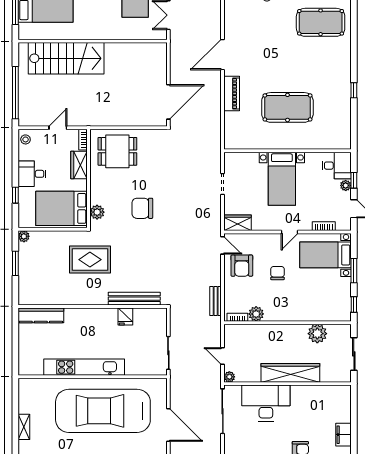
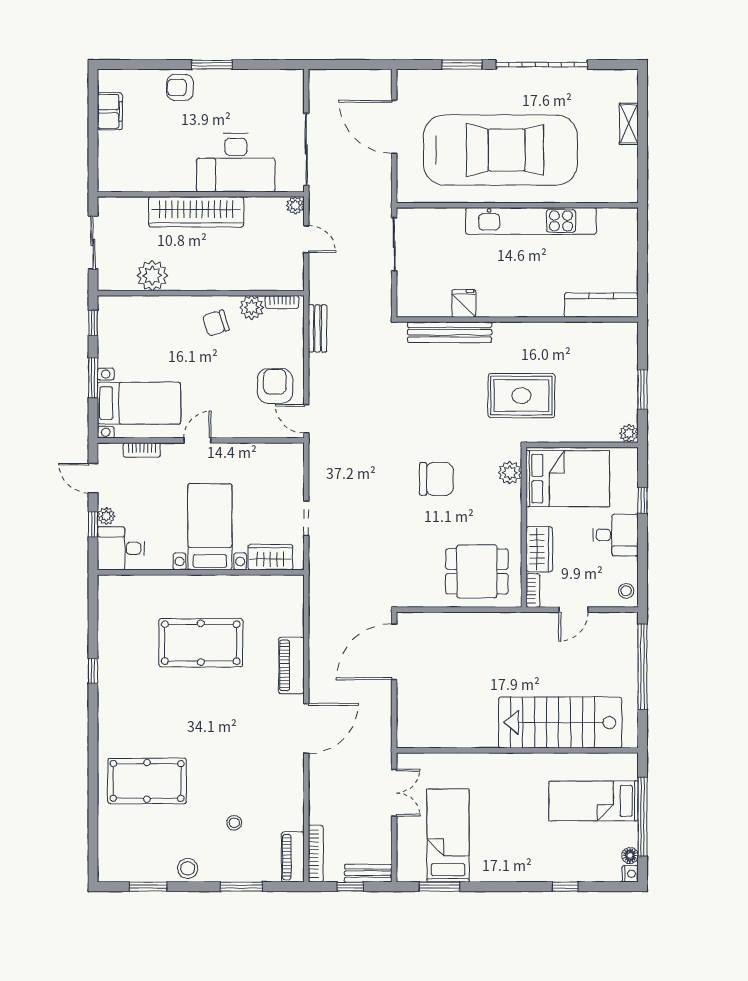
wardrobe: (238, 223) -> (270, 557), moved, turned 180
chair: (277, 273) -> (216, 323), moved, turned 73

